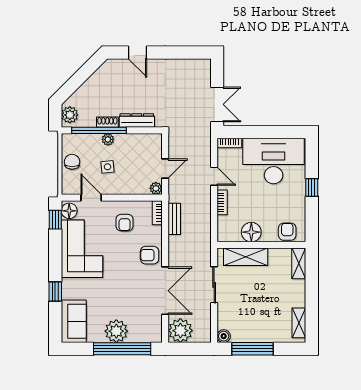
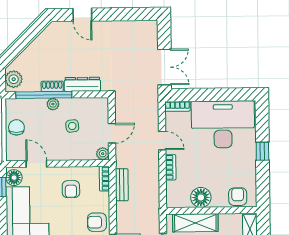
side table: (108, 167) -> (72, 126), moved

